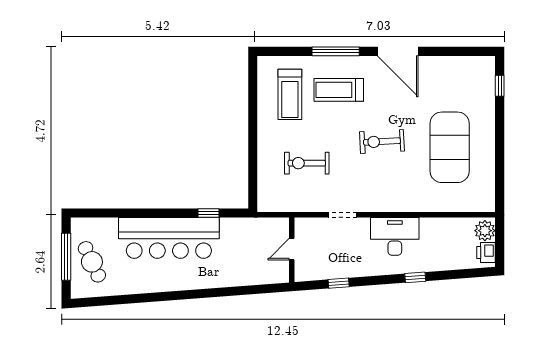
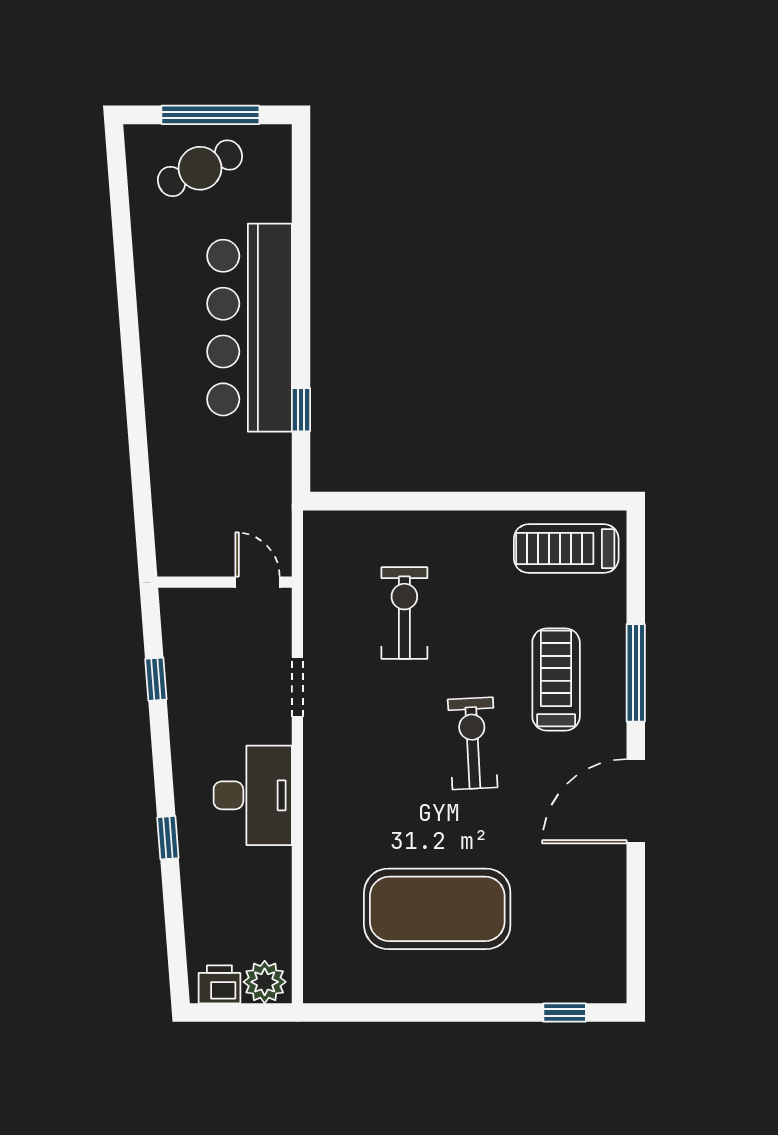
treadmill: (290, 94) -> (566, 549), moved
exercise bike: (382, 141) -> (473, 743), moved
door: (292, 249) -> (258, 582), moved

